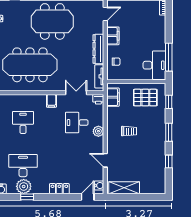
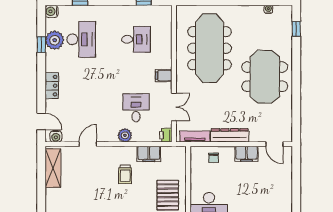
filing cabinet: (113, 97) -> (149, 154), moved

